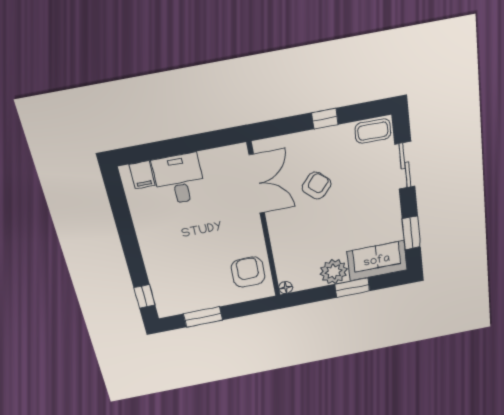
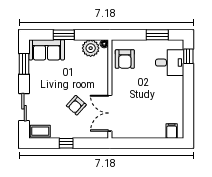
desk: (179, 179) -> (170, 63), moved, turned -90
plant: (334, 272) -> (91, 48), moved

